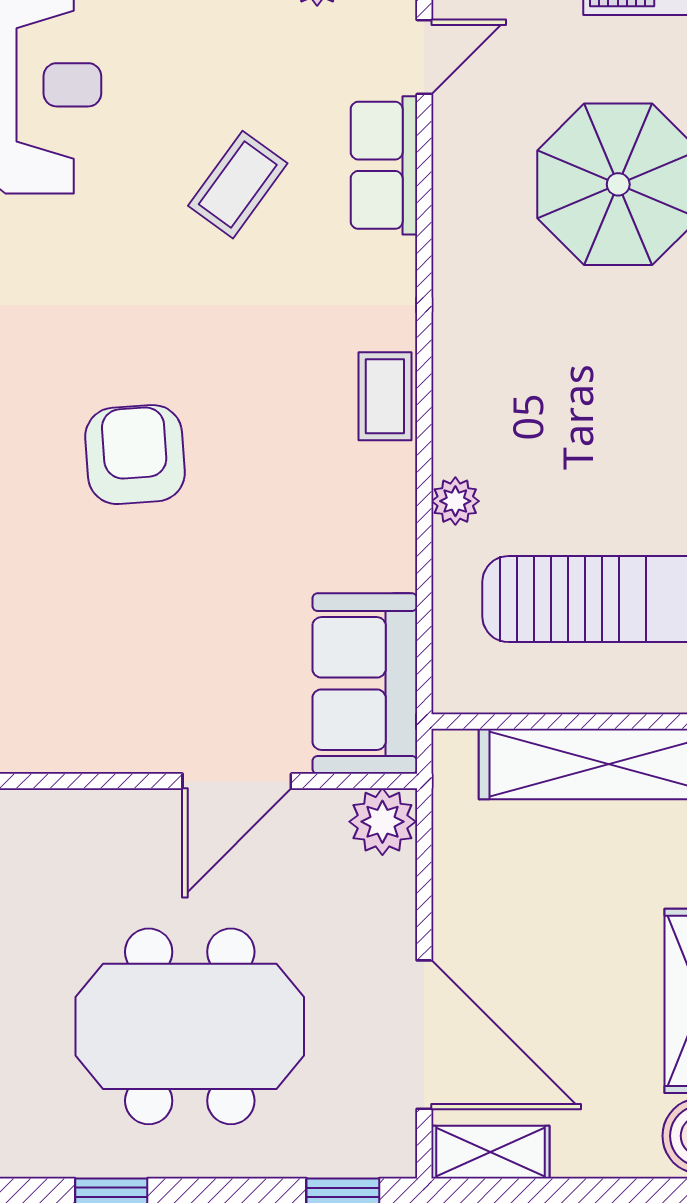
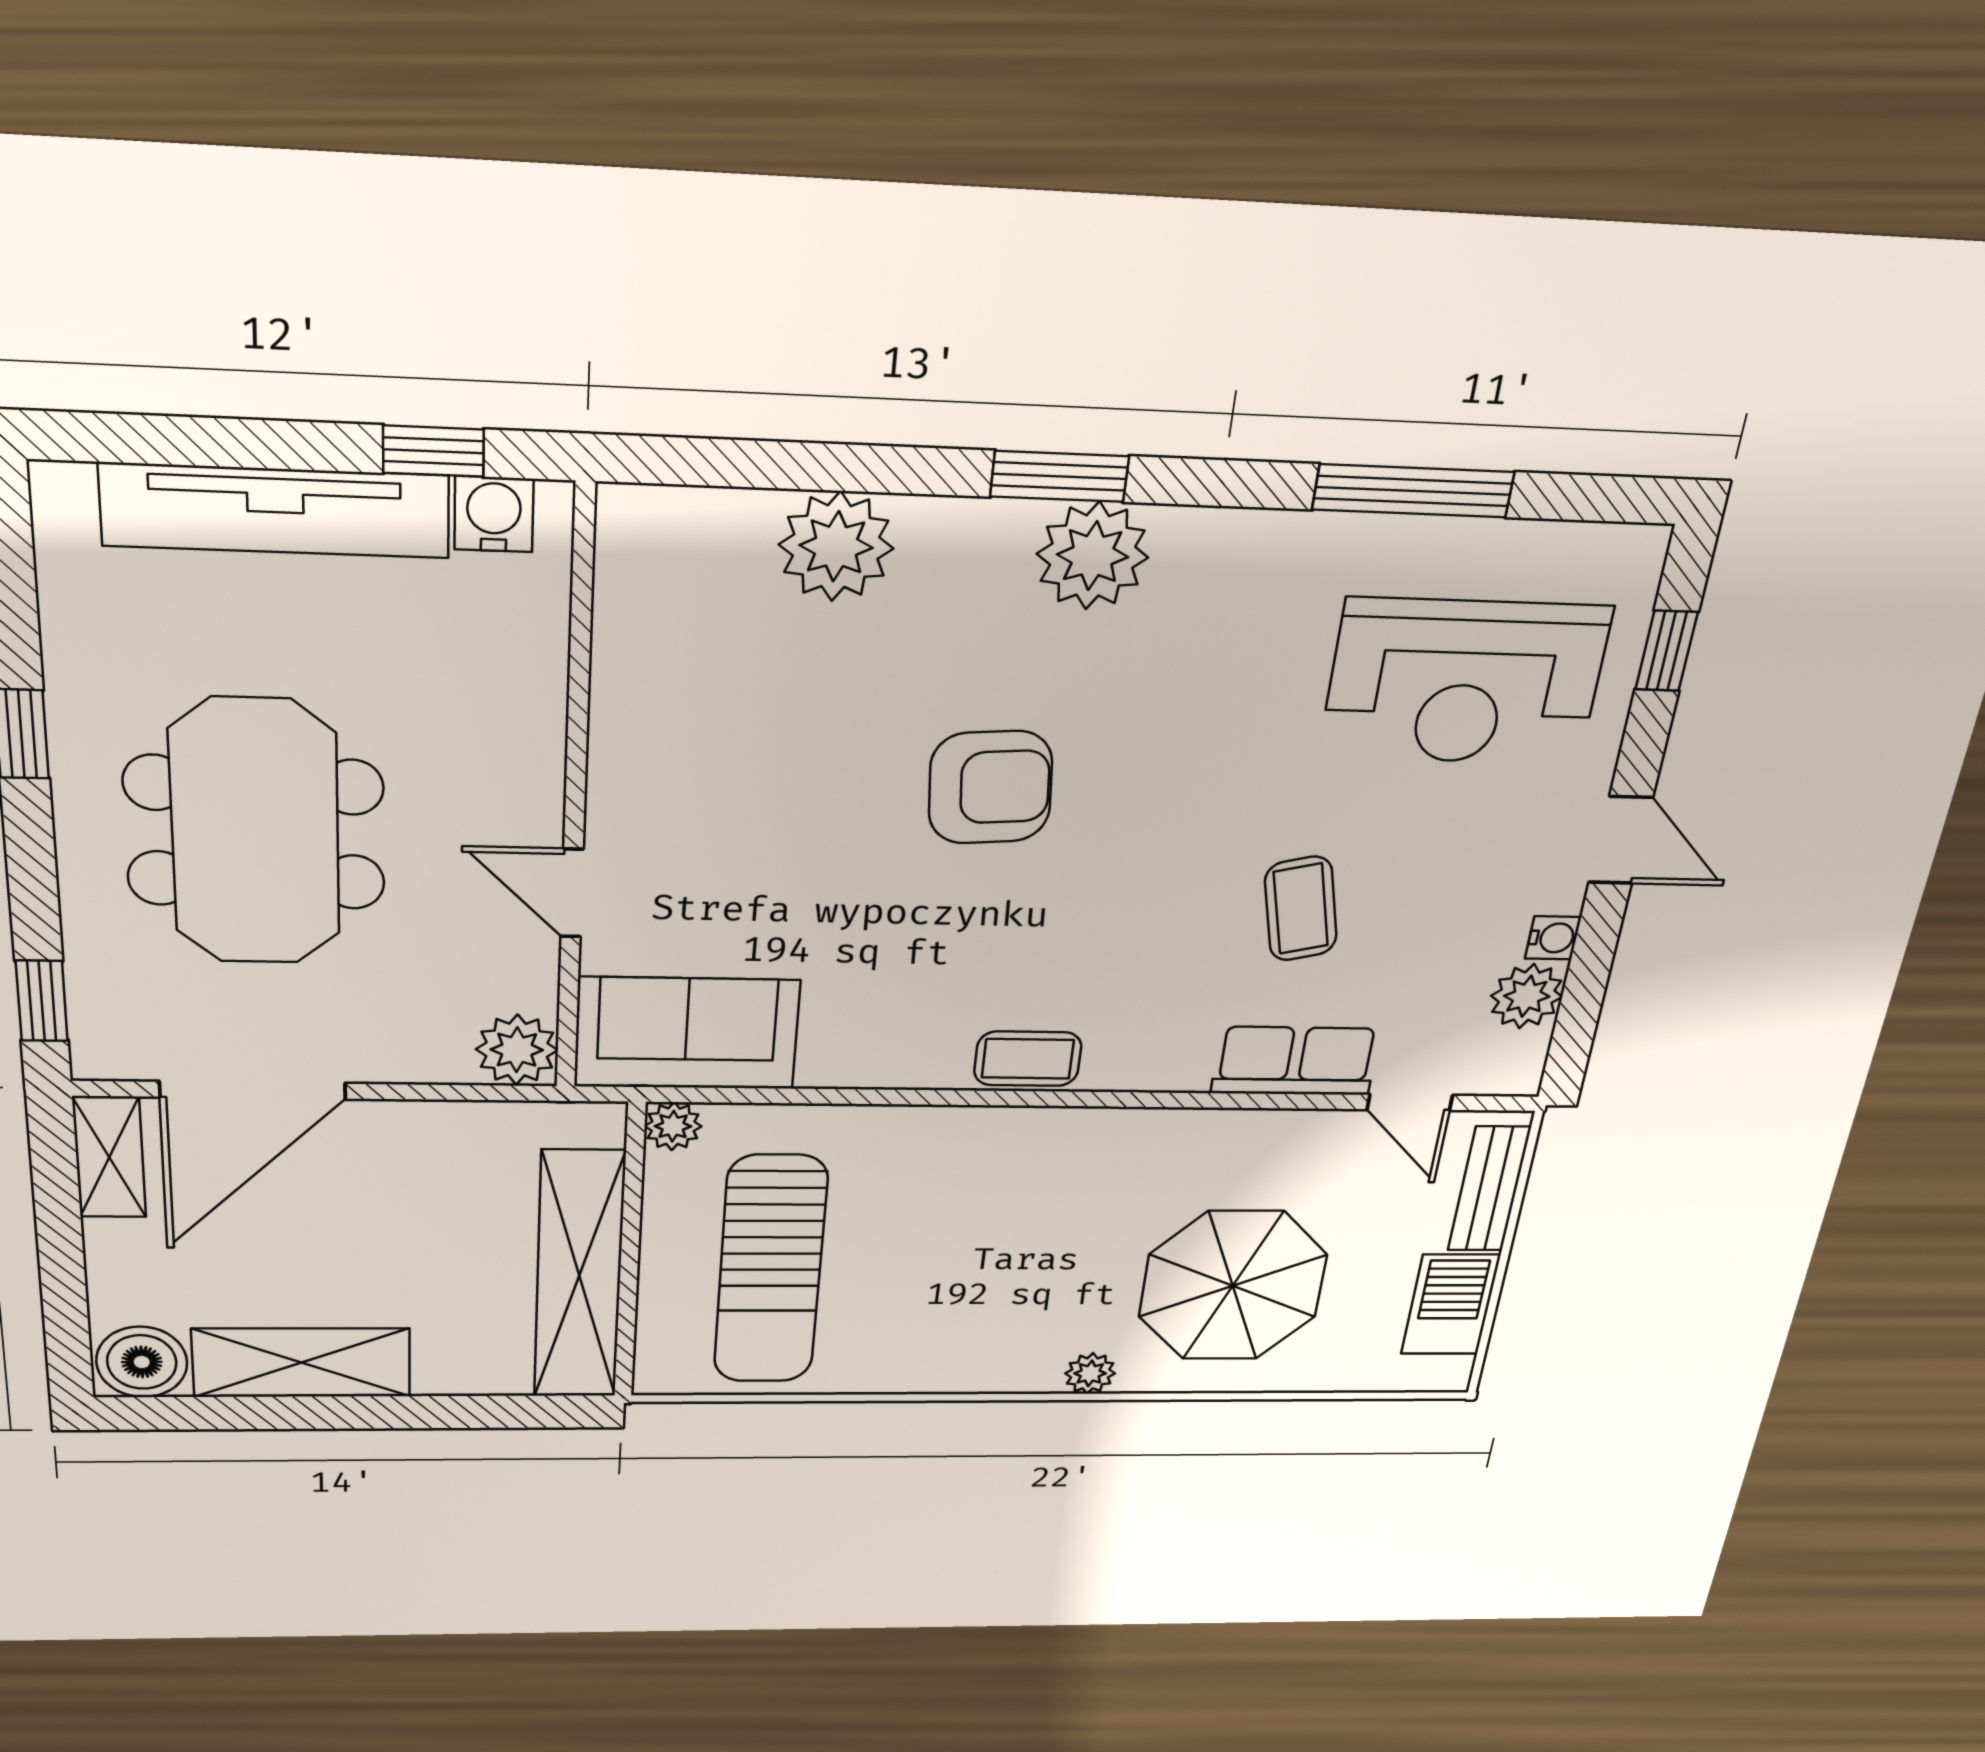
coffee table: (238, 185) -> (1301, 909), turned 41
plant: (455, 501) -> (673, 1126), moved
door: (237, 781) -> (572, 893), width x0.73

